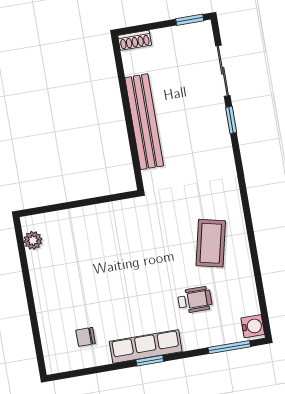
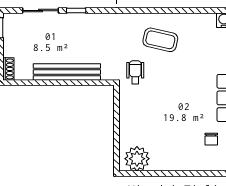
plant: (33, 240) -> (137, 159), width x1.87, depth x1.87
wheelchair: (195, 300) -> (135, 72), moved

